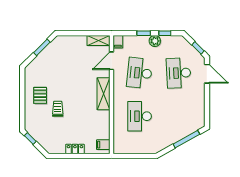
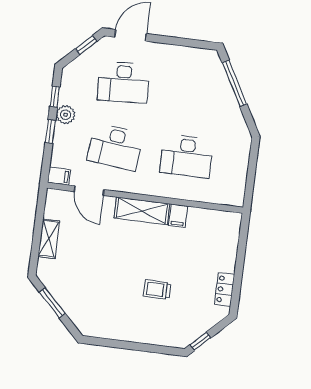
shelving: (99, 40) -> (49, 239), moved
pallet: (40, 95) -> (131, 316), removed
filing cabinet: (103, 145) -> (178, 216), moved
locker: (75, 149) -> (225, 289), moved

